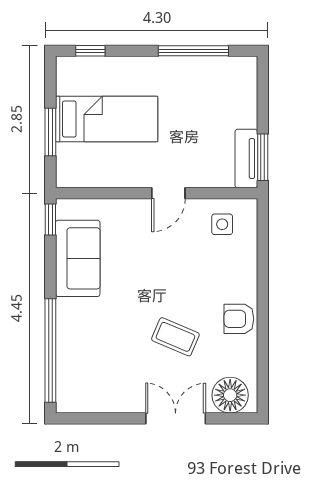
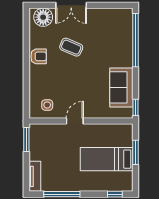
tv unit: (246, 158) -> (35, 176), moved

